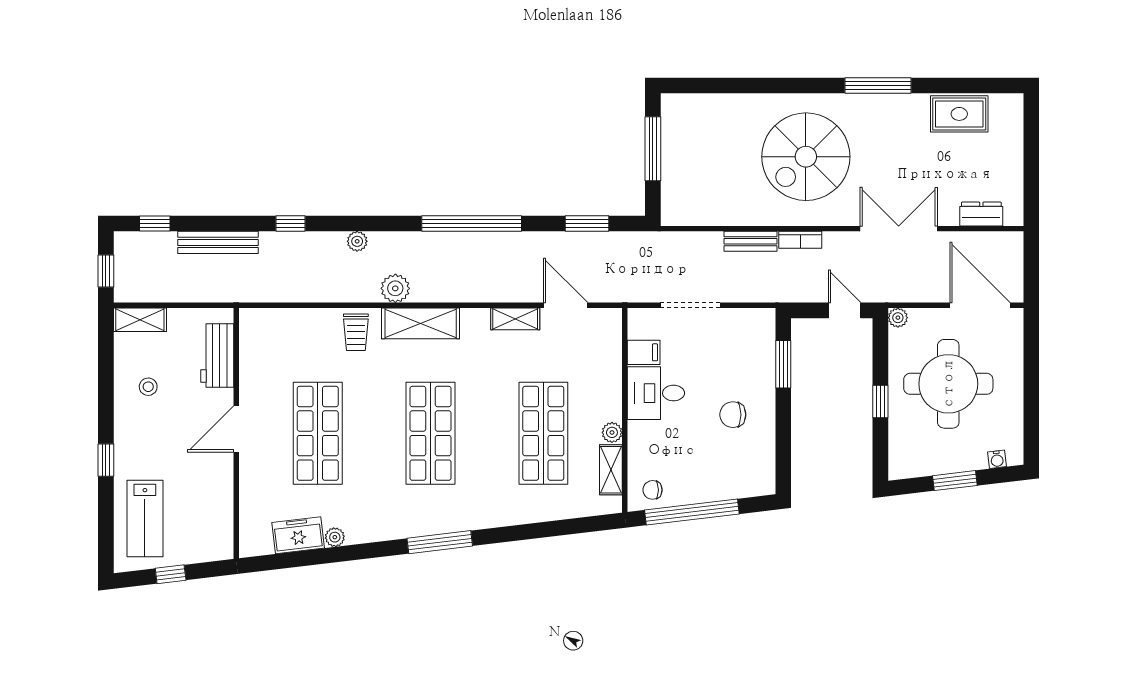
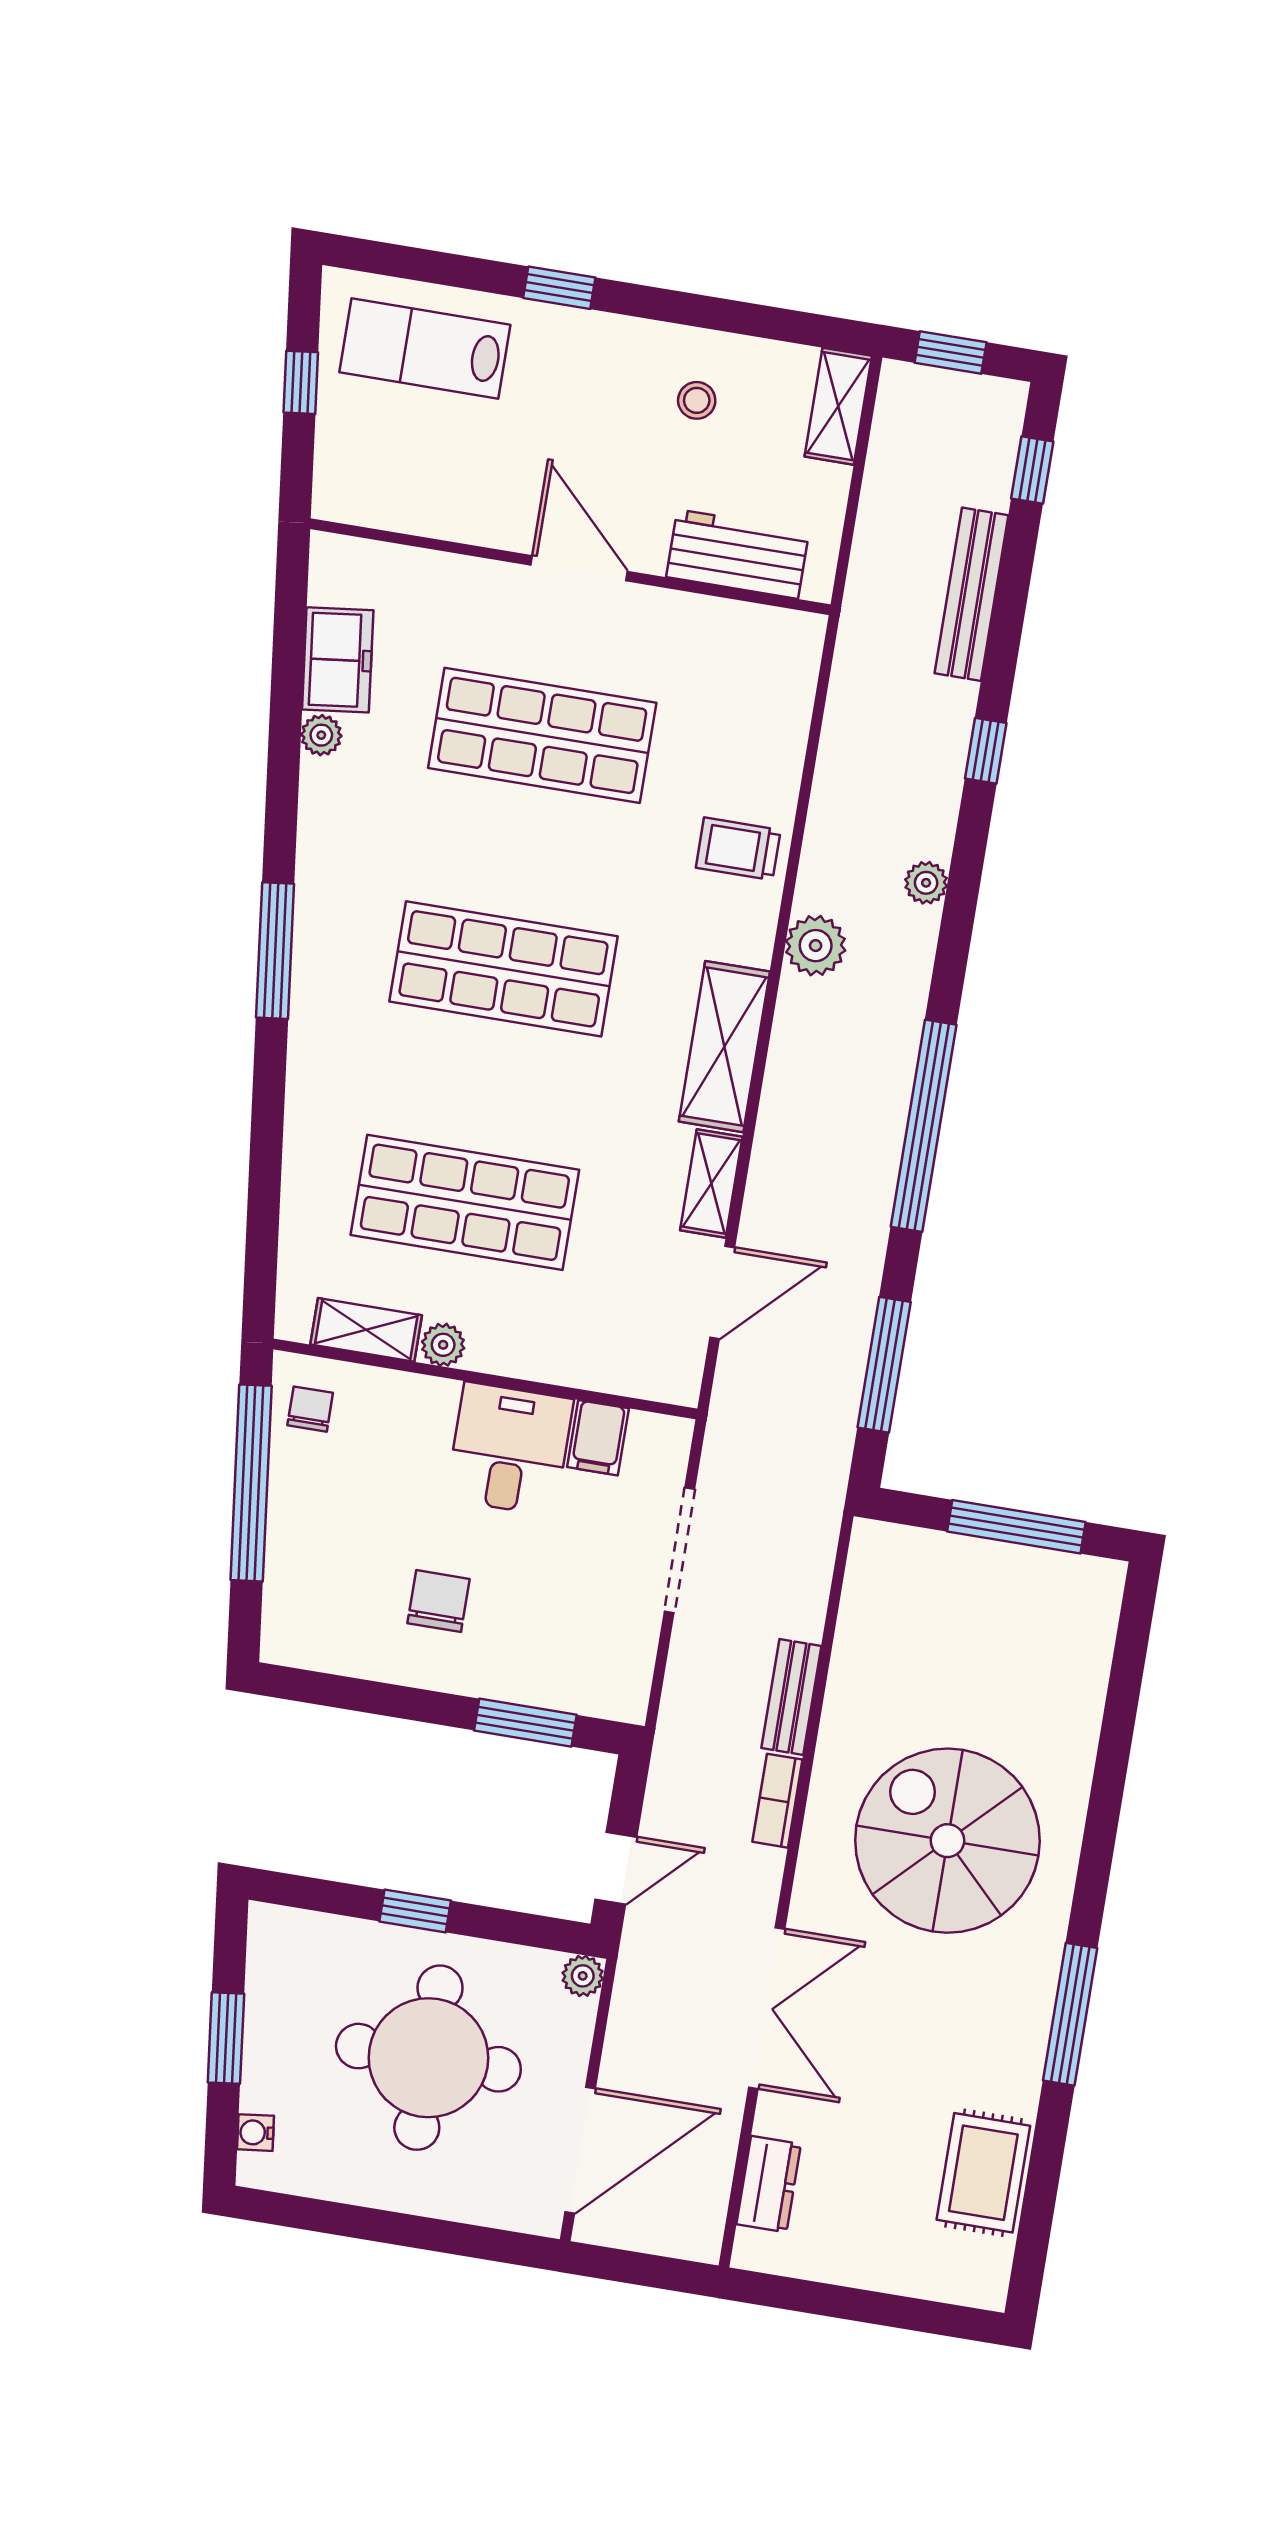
window: (587, 224) -> (884, 1365), width x1.44
shelving: (421, 323) -> (724, 1047), moved

